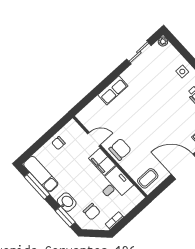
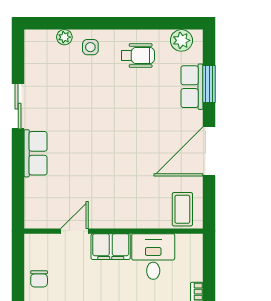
plant: (163, 41) -> (64, 37), moved
sliding door: (139, 52) -> (18, 106), moved
chair: (120, 149) -> (116, 211), removed

